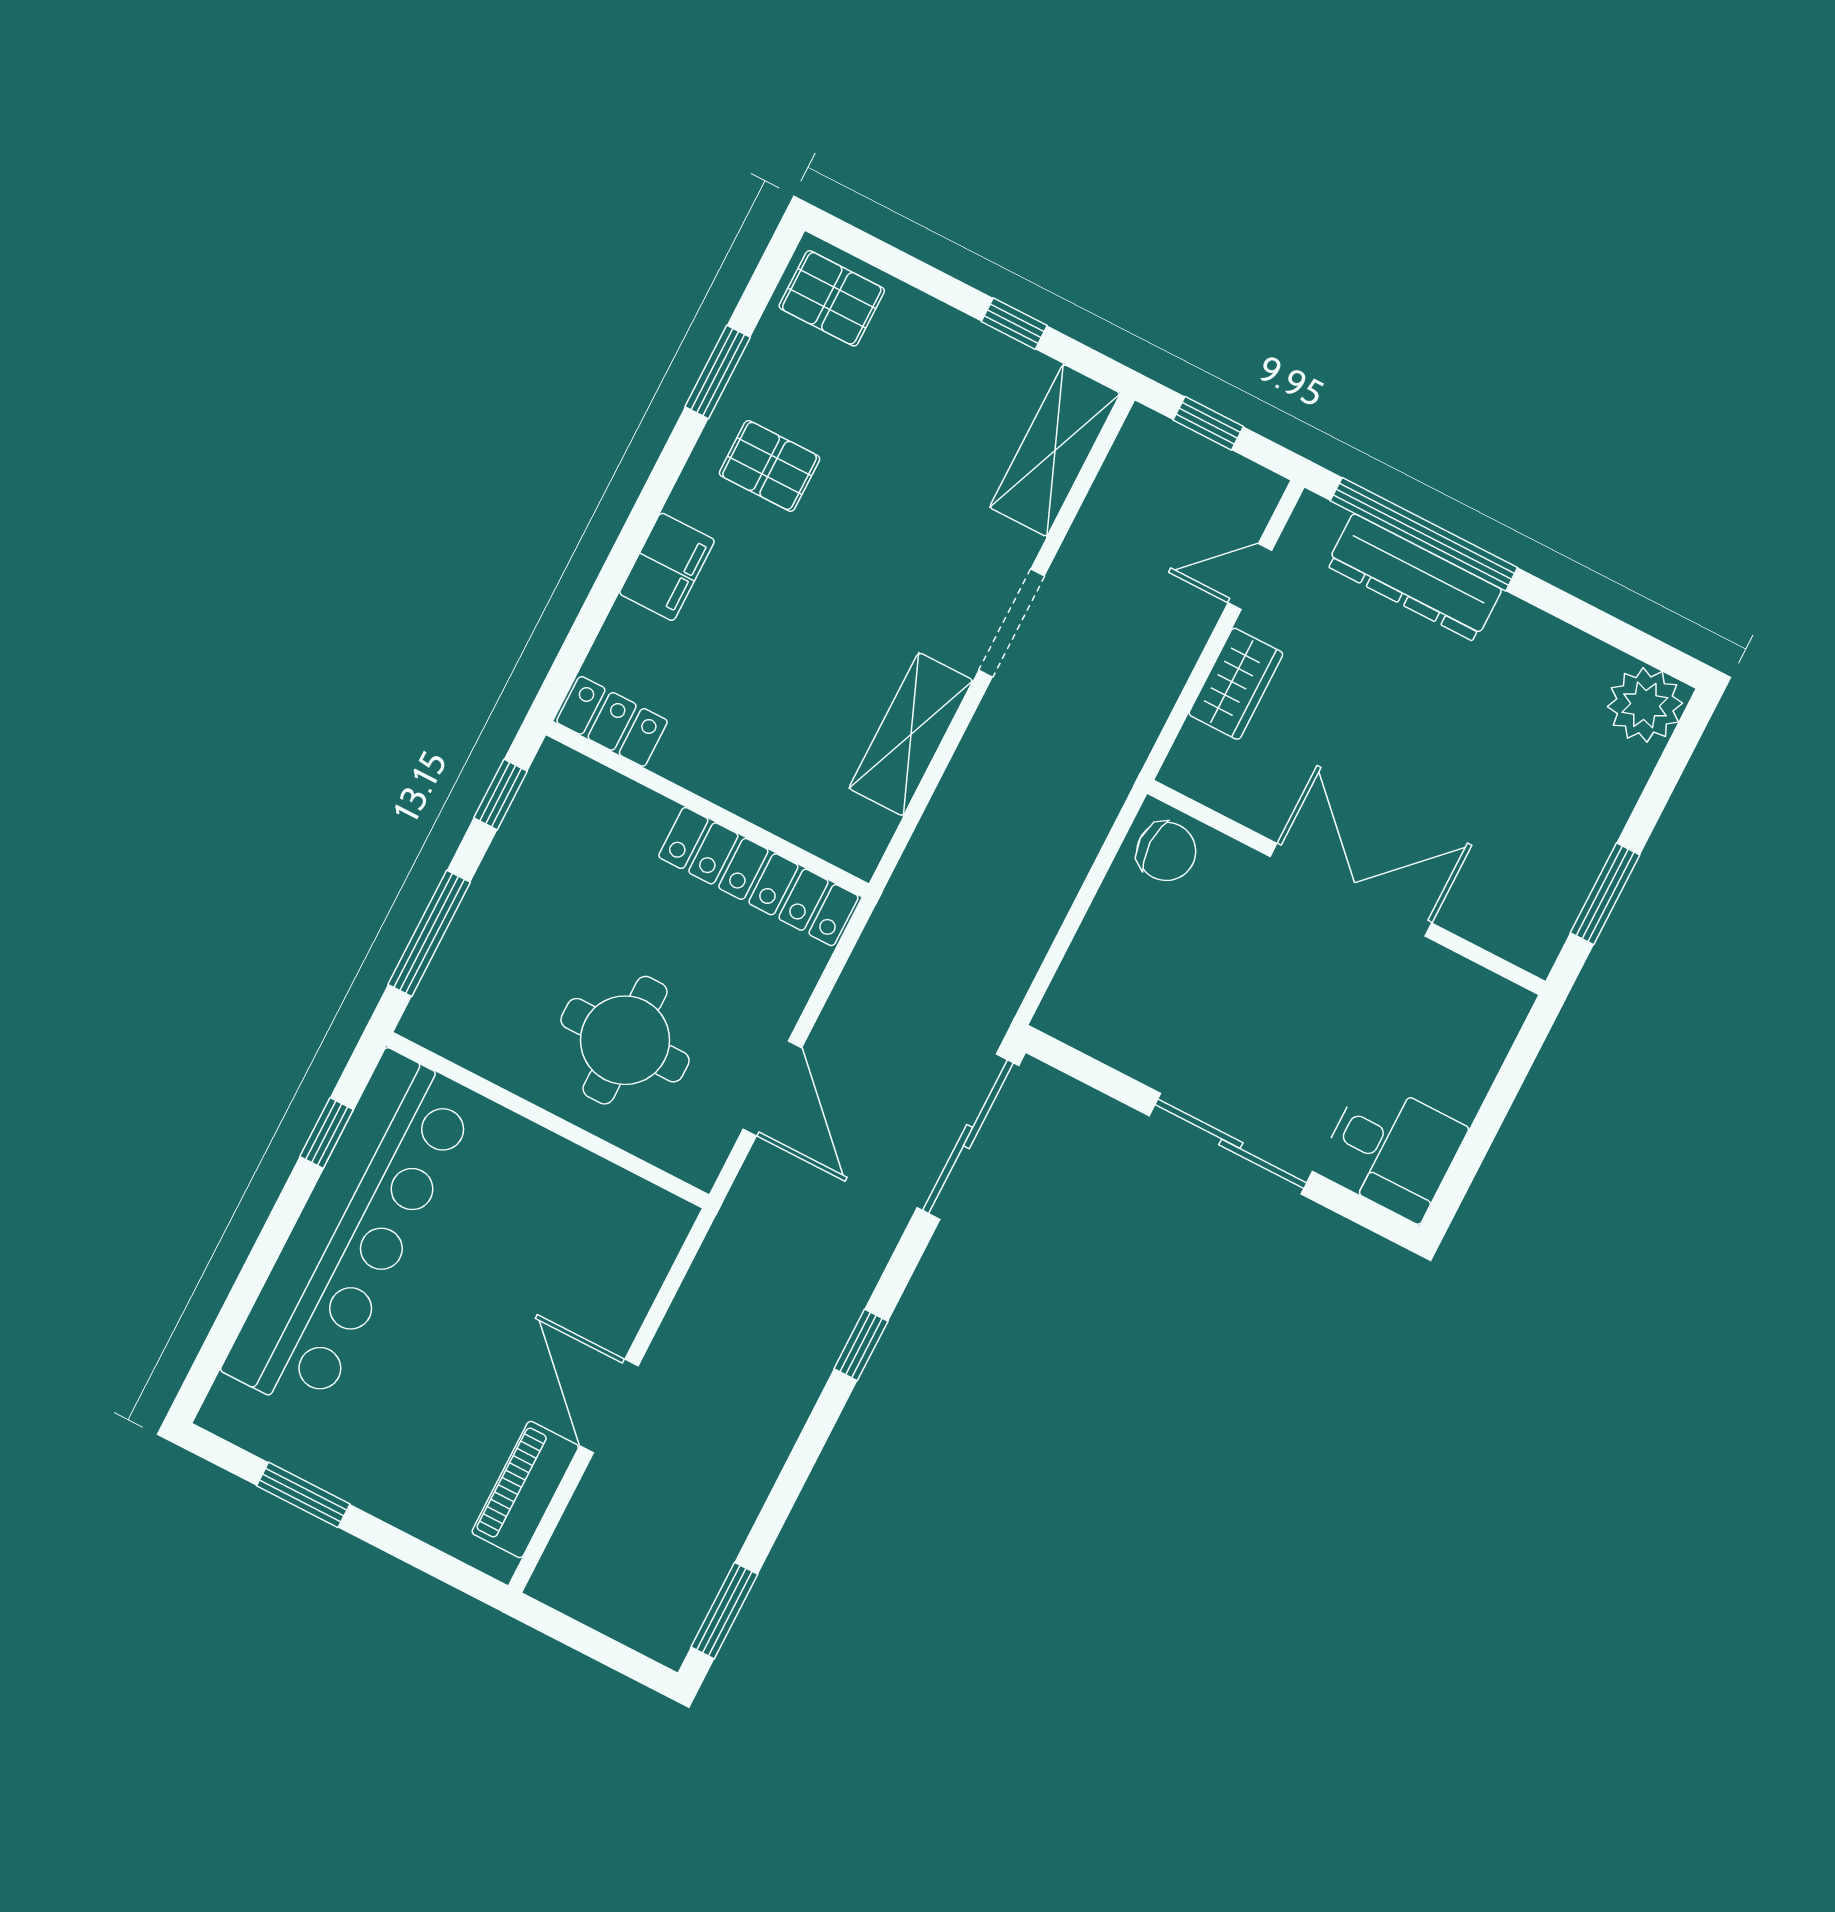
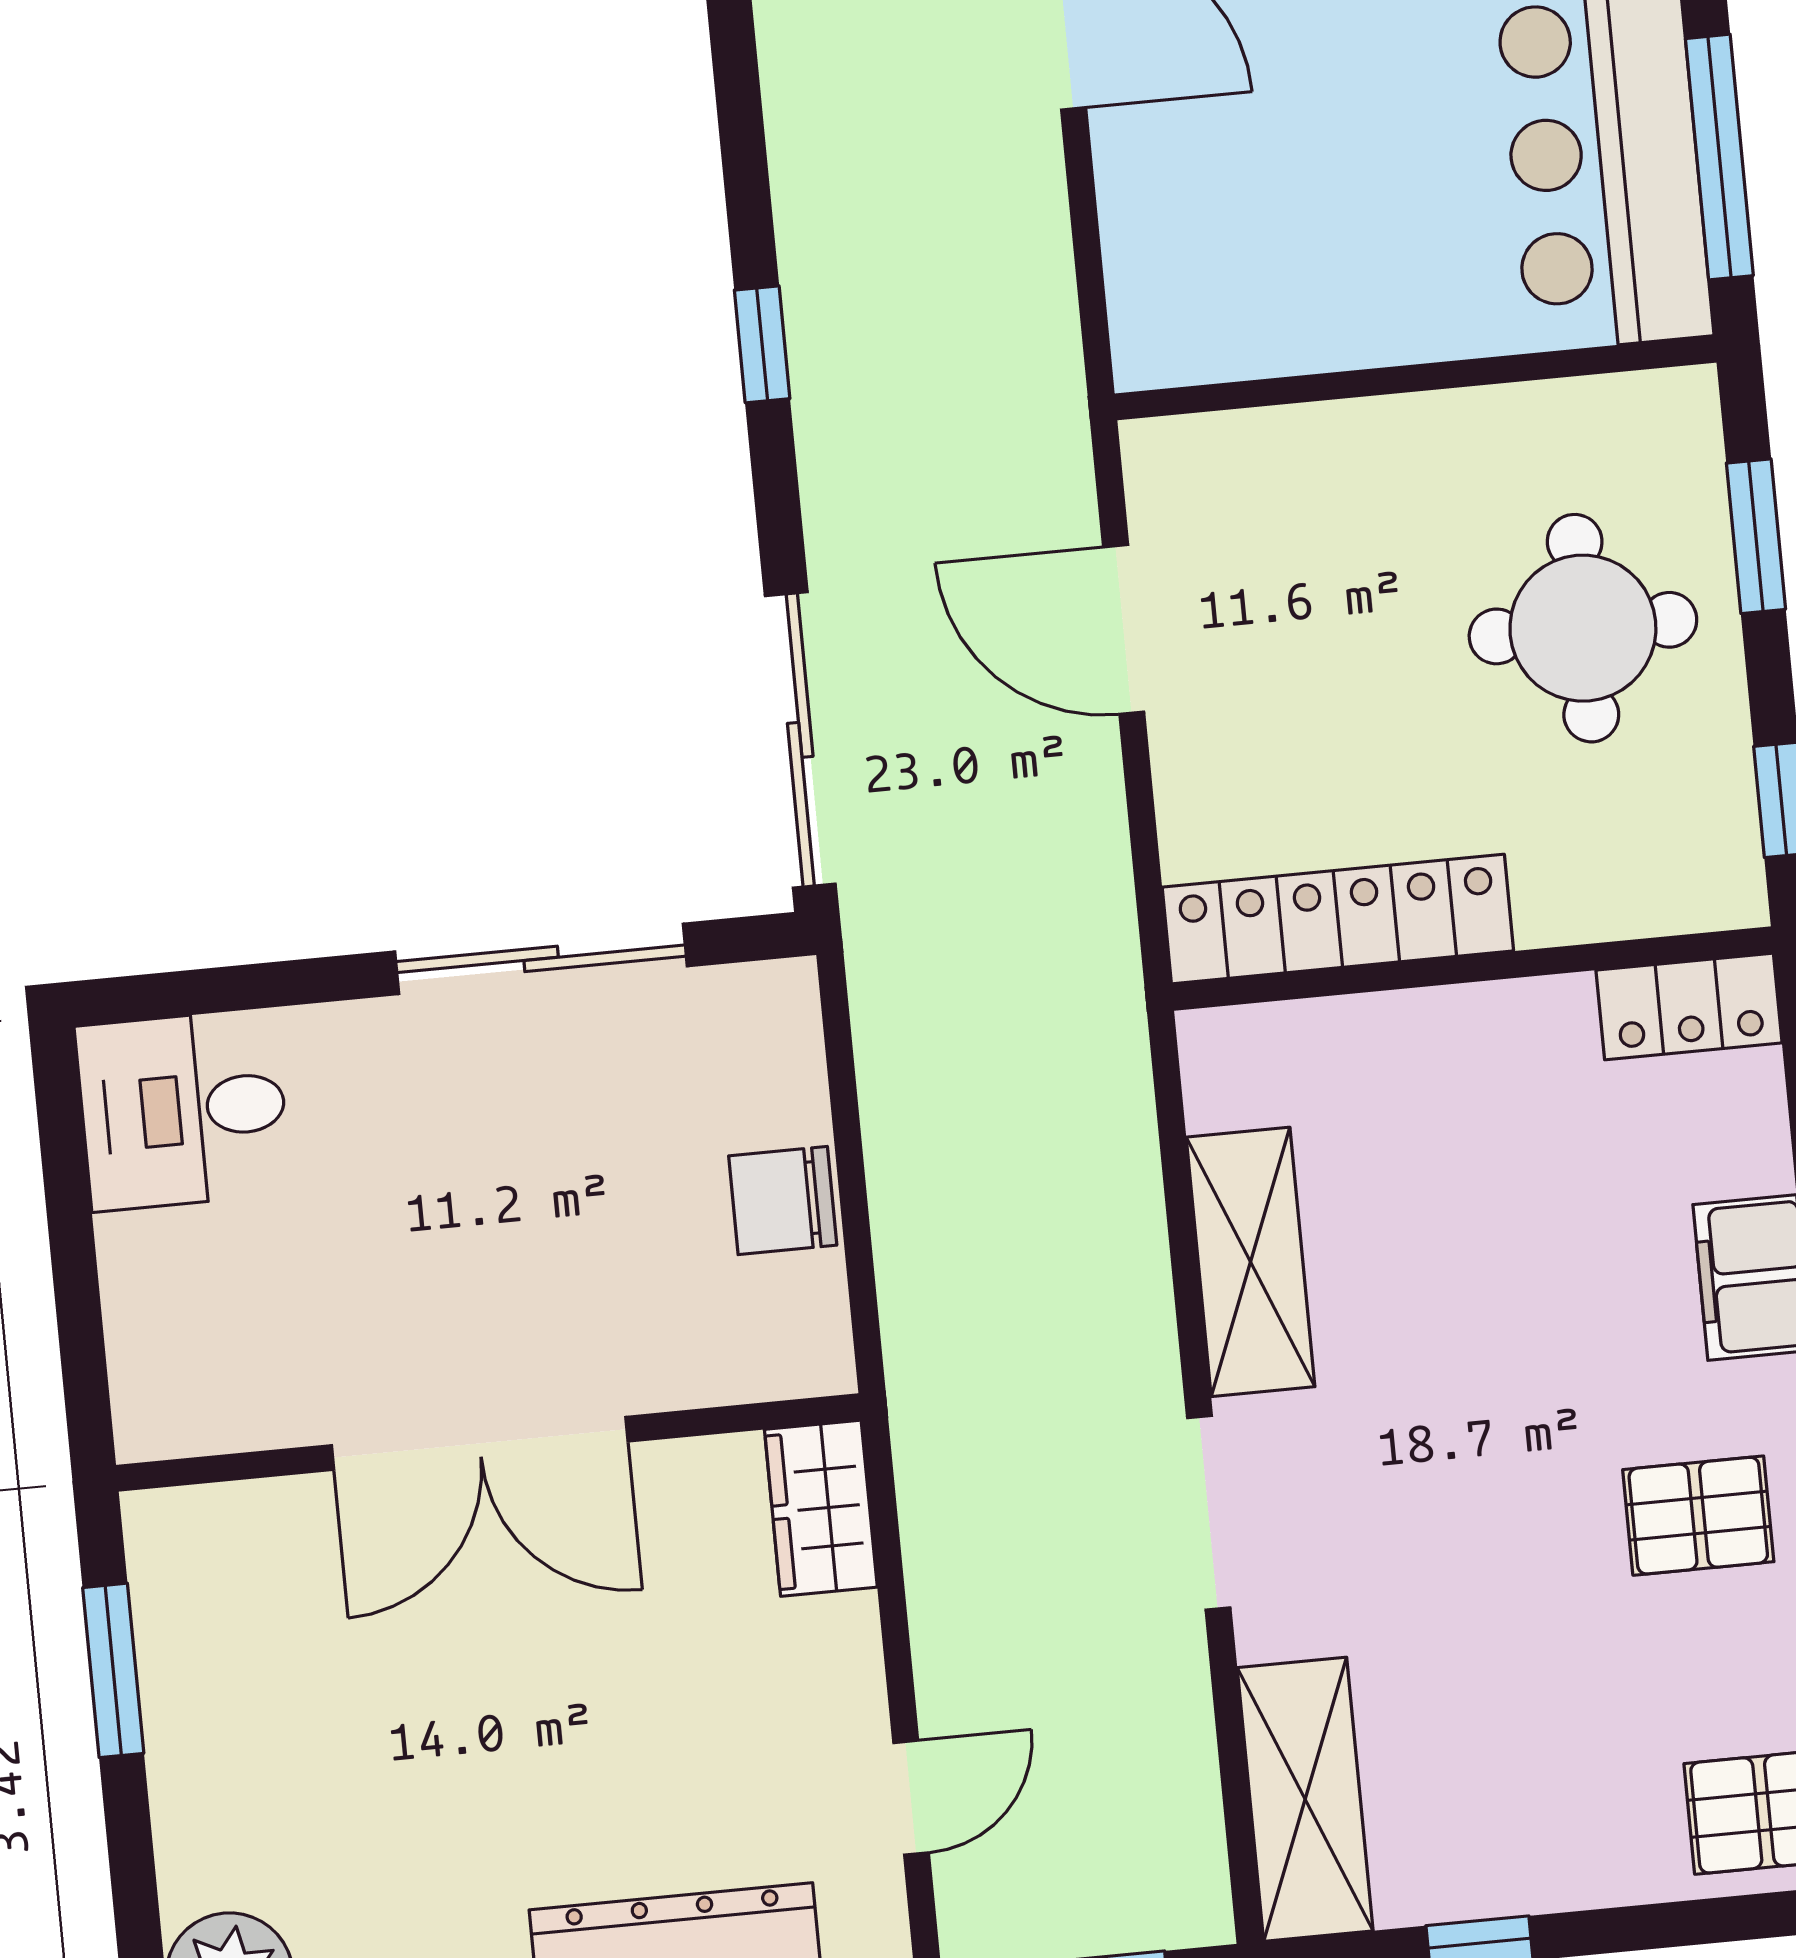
wardrobe: (1236, 684) -> (821, 1508), moved
chair: (1166, 851) -> (783, 1201), moved
window: (429, 933) -> (1756, 536), width x0.69
round table: (625, 1040) -> (1583, 628), moved
window: (327, 1133) -> (1719, 157), width x2.17
sliding door: (1231, 1144) -> (541, 959), moved

